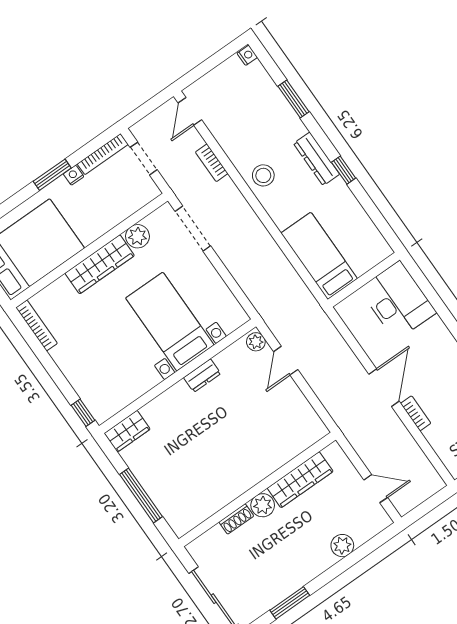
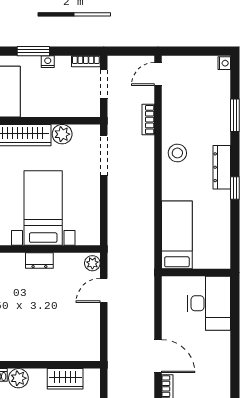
bookcase: (103, 154) -> (86, 61), width x0.64
door: (384, 388) -> (158, 356), hinge flipped
wardrobe: (300, 480) -> (65, 379), width x0.67

